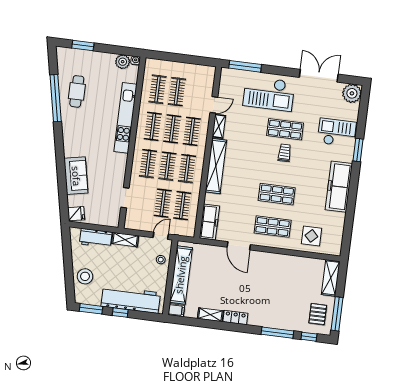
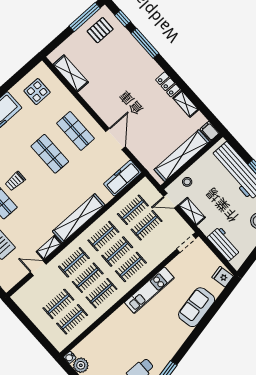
kitchen unit: (125, 118) -> (149, 290), moved, width x0.73
doorway: (125, 198) -> (186, 244), moved
display table: (311, 236) -> (37, 92), moved
shelving: (125, 240) -> (192, 211), moved
shelving: (331, 278) -> (71, 73), moved, turned 90

